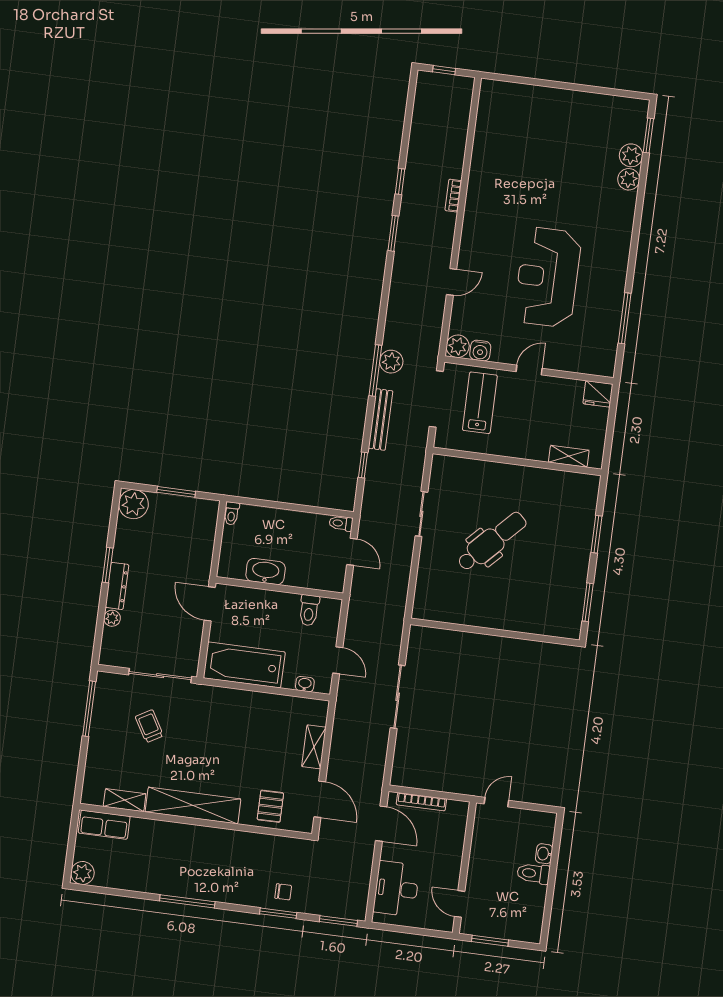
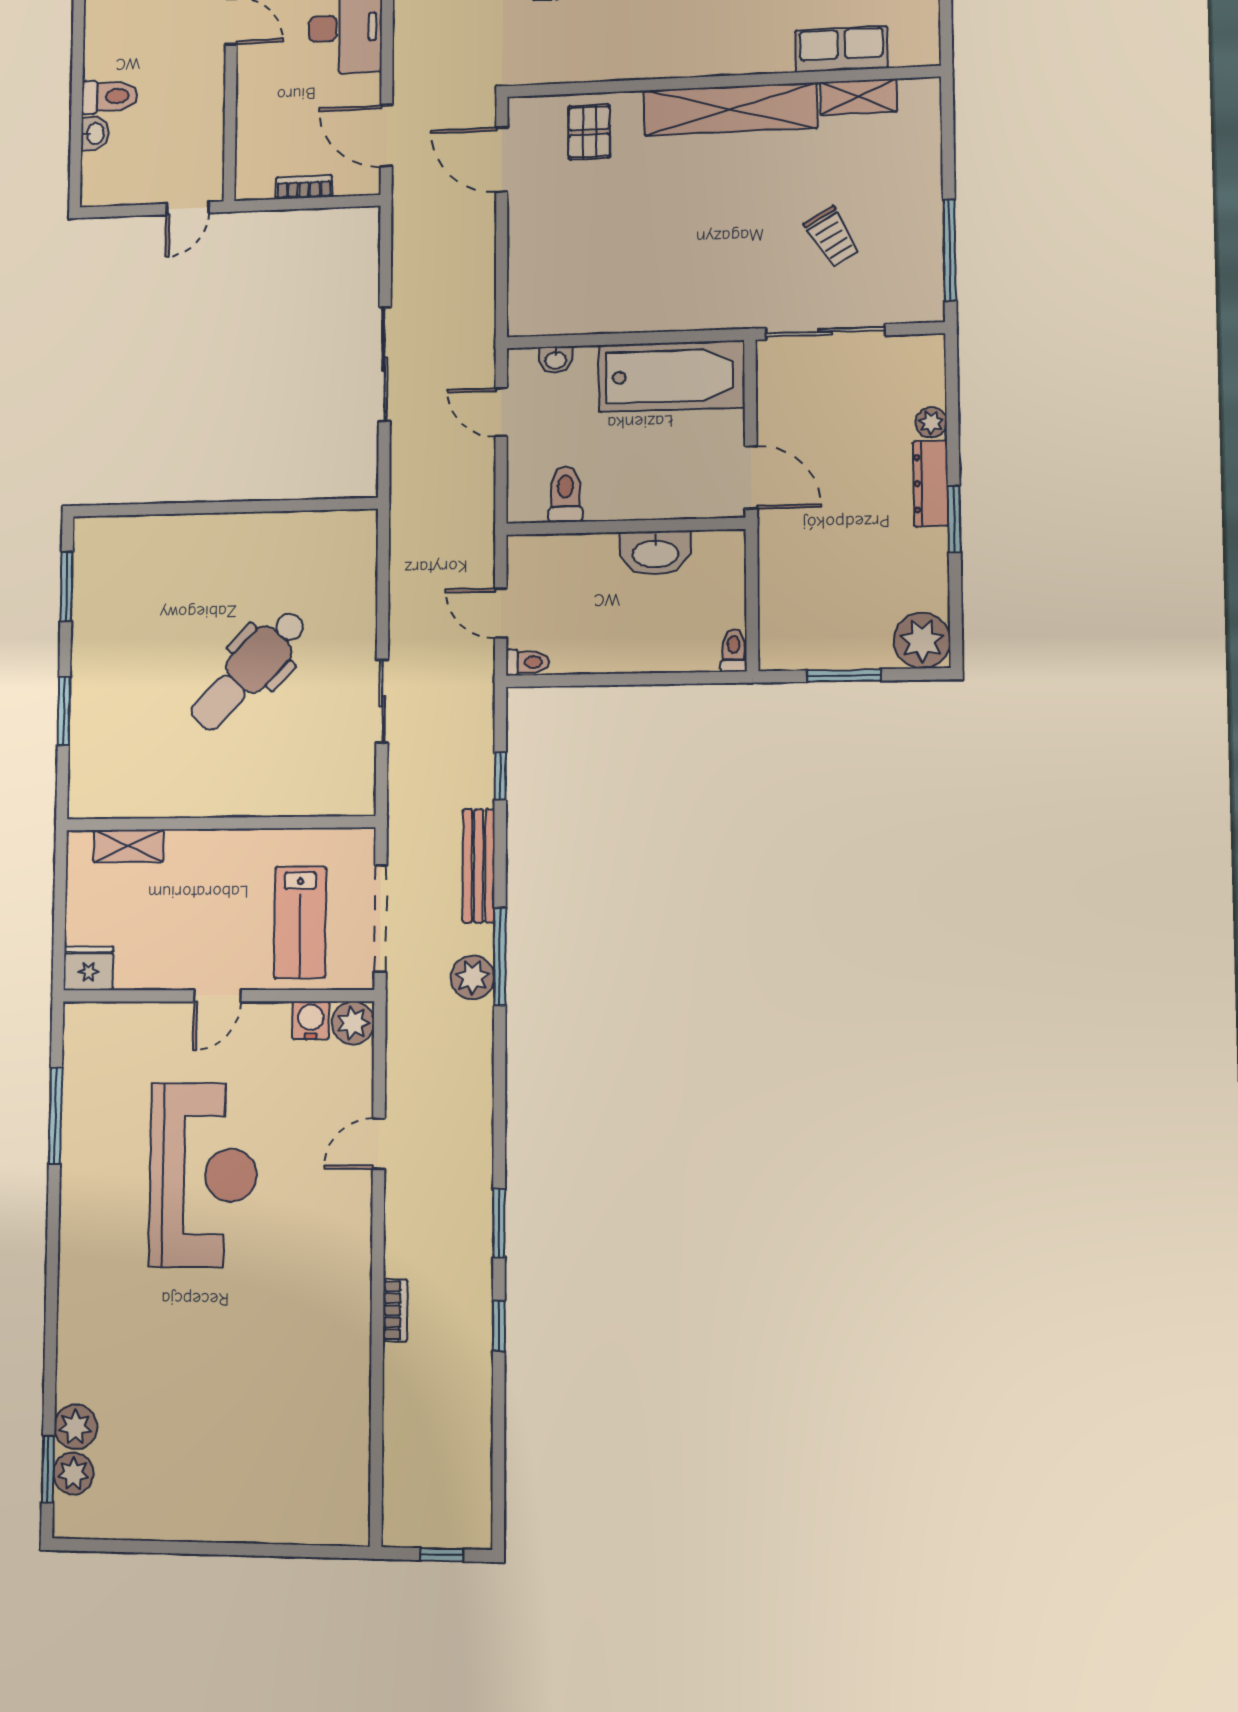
plant: (629, 179) -> (73, 1474), moved
shelving: (314, 747) -> (525, 250), removed
bookcase: (421, 802) -> (304, 187), width x0.64
row of seats: (104, 825) -> (841, 49), moved

